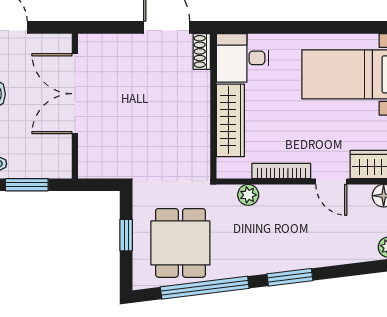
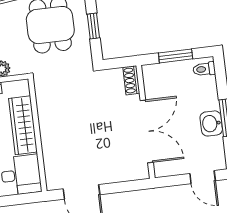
shoe rack: (202, 51) -> (131, 80), moved, turned 180

